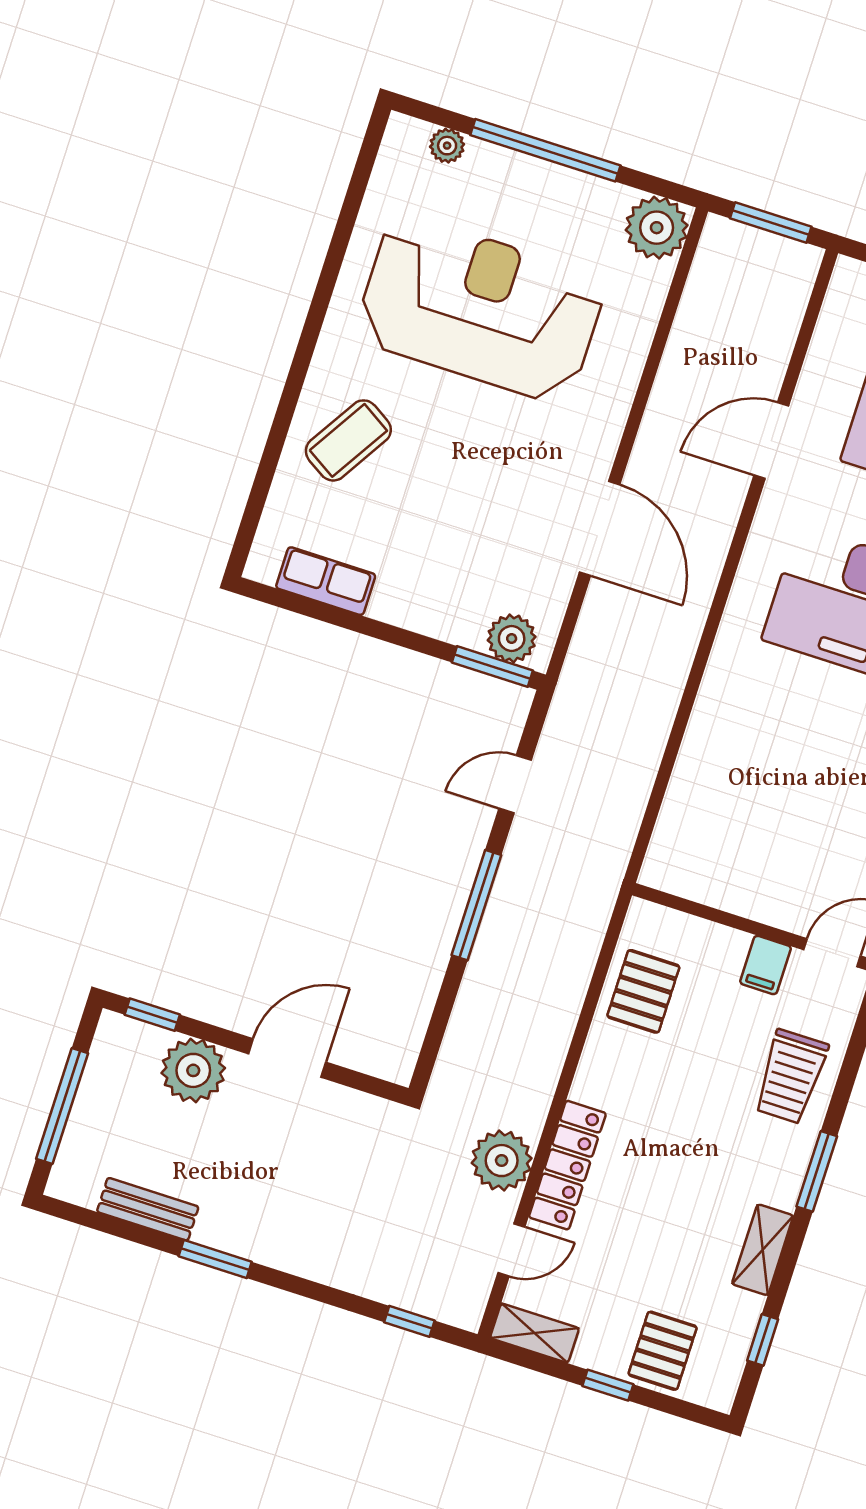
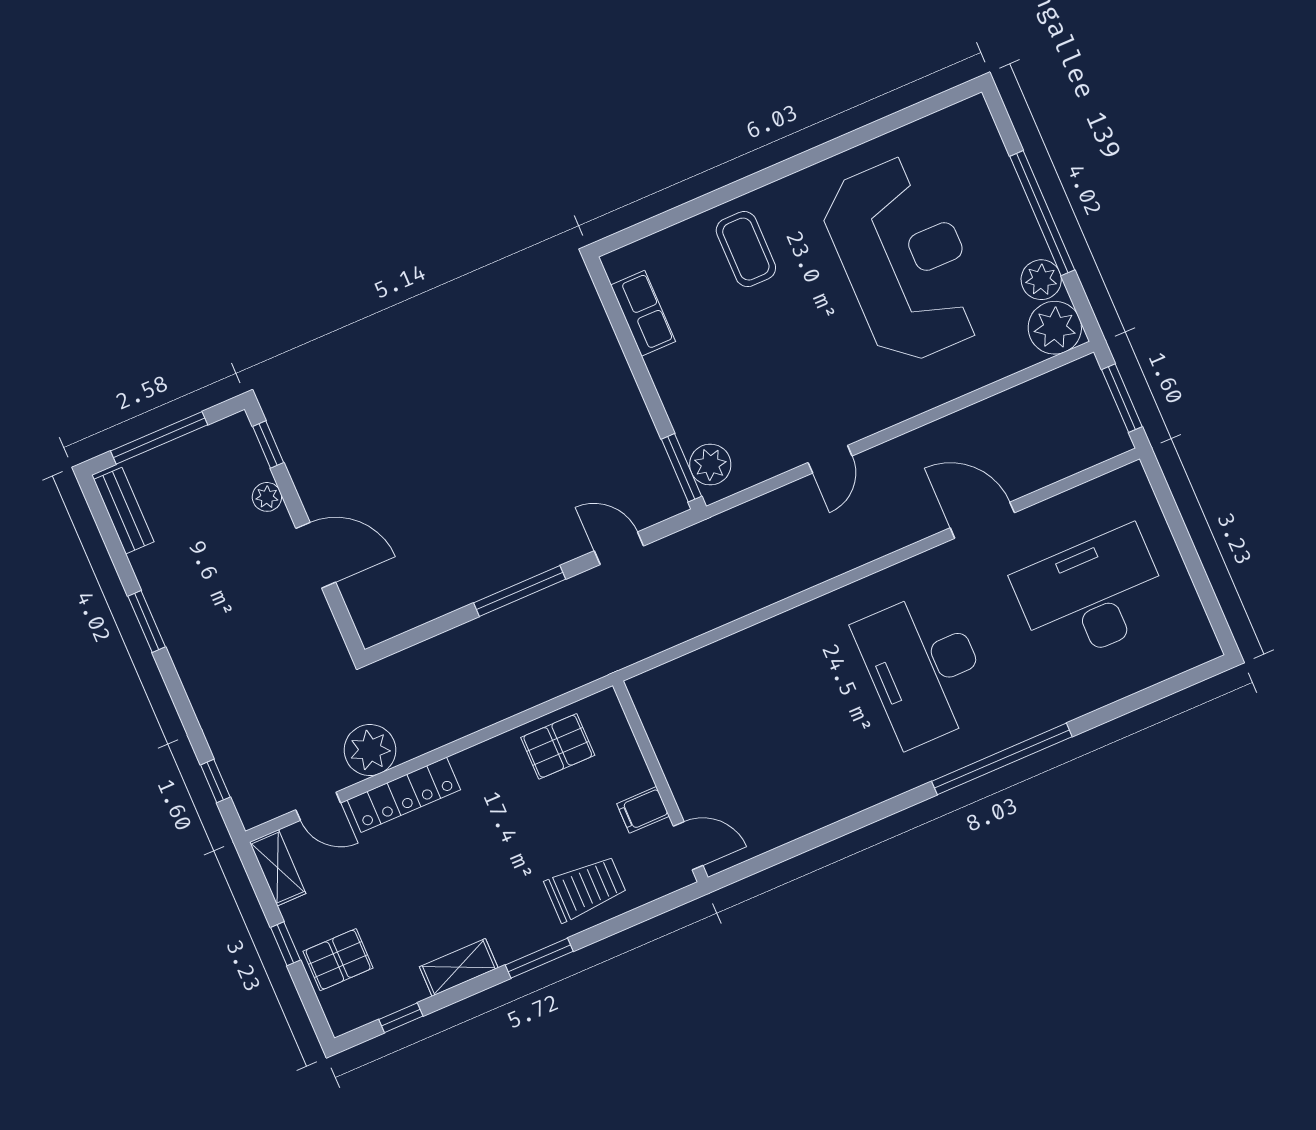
plant: (447, 146) -> (1041, 280), moved, width x1.38, depth x1.38
coffee table: (348, 440) -> (746, 249), turned 58
door: (600, 528) -> (830, 459), width x0.53
plant: (193, 1070) -> (267, 497), width x0.53, depth x0.53
trolley: (791, 1077) -> (585, 888), turned 180
bench: (148, 1209) -> (124, 511), moved

